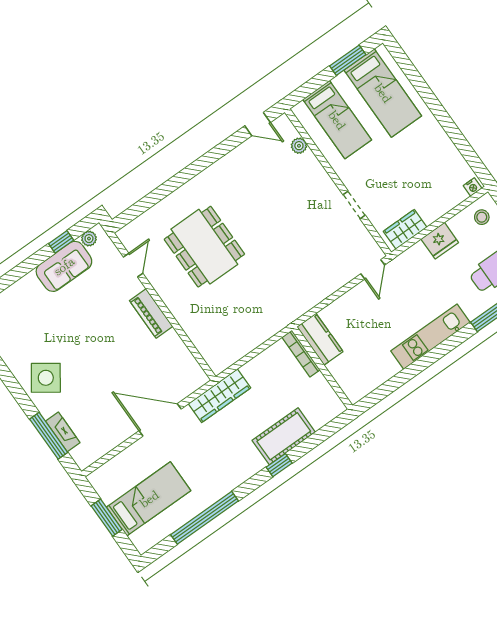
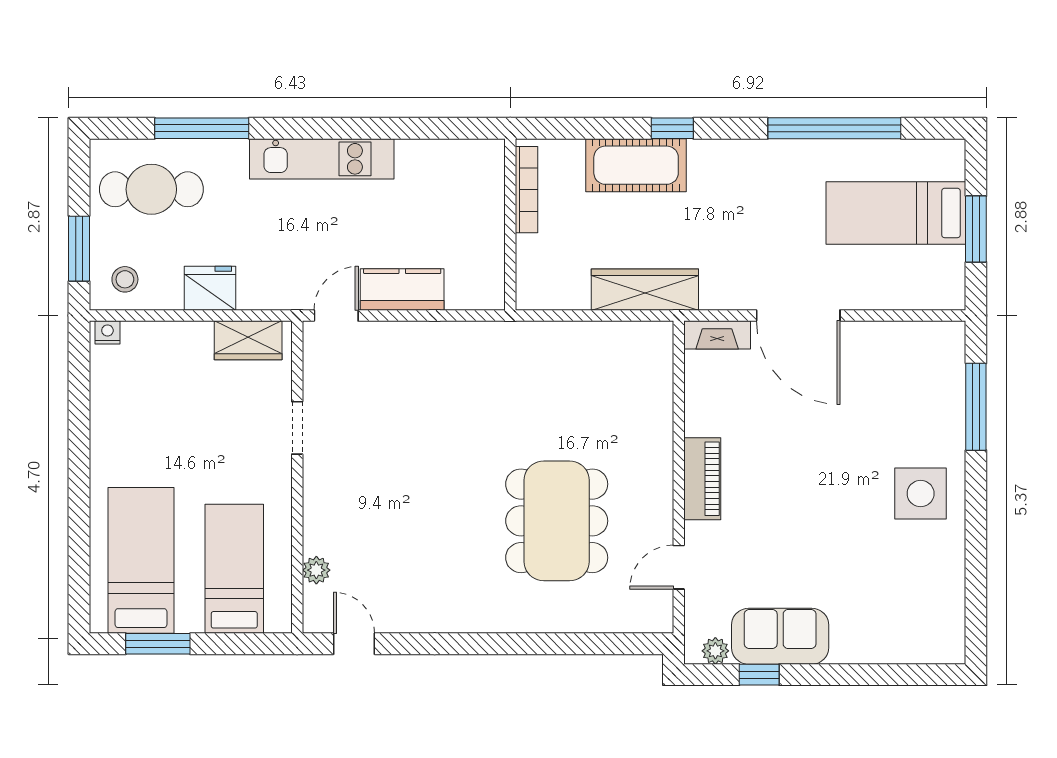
kitchen counter: (320, 339) -> (402, 289), moved, turned 90
bookcase: (301, 354) -> (526, 190), moved
side table: (46, 378) -> (921, 494), turned -35
wardrobe: (219, 396) -> (645, 290), moved
fireplace: (63, 432) -> (717, 335), moved, turned -90

